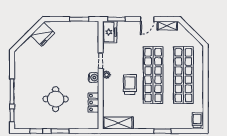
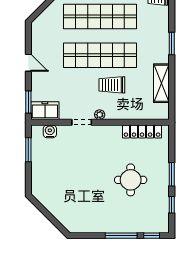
shelving: (167, 26) -> (37, 37), removed
fridge: (43, 34) -> (48, 197), removed
water cooler: (94, 78) -> (50, 131), moved
locker: (93, 103) -> (142, 132), width x1.53
shelving: (118, 123) -> (161, 83), moved

